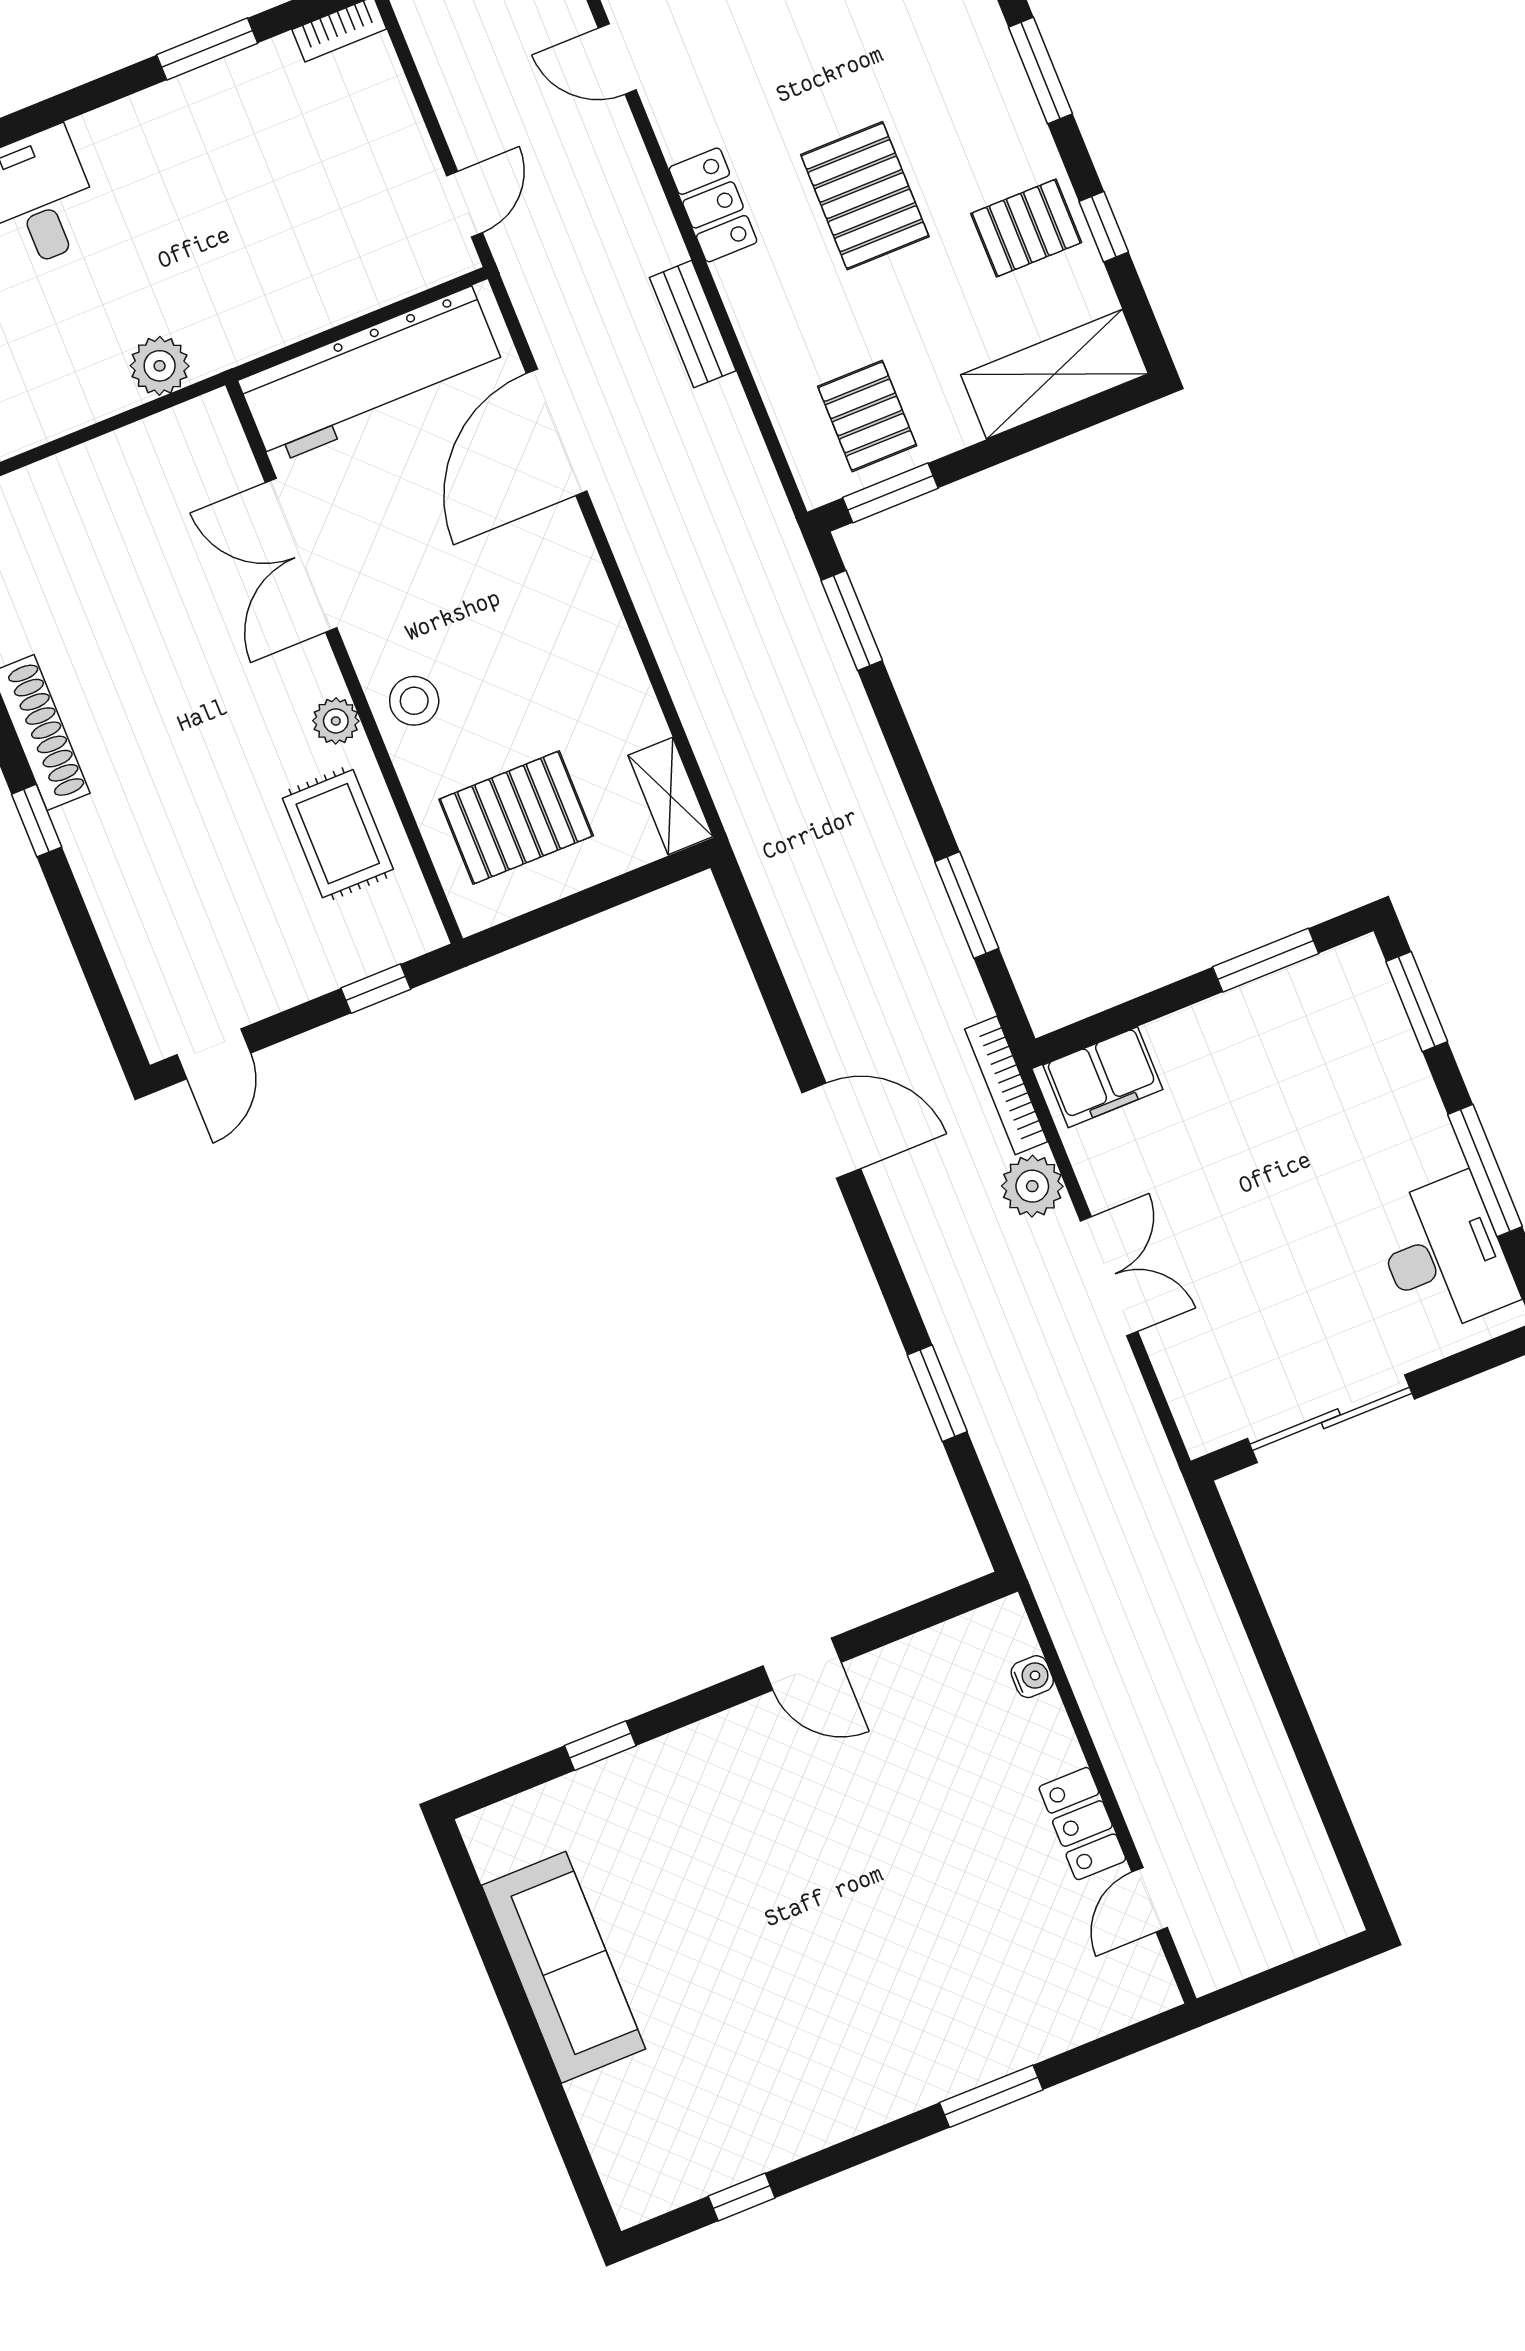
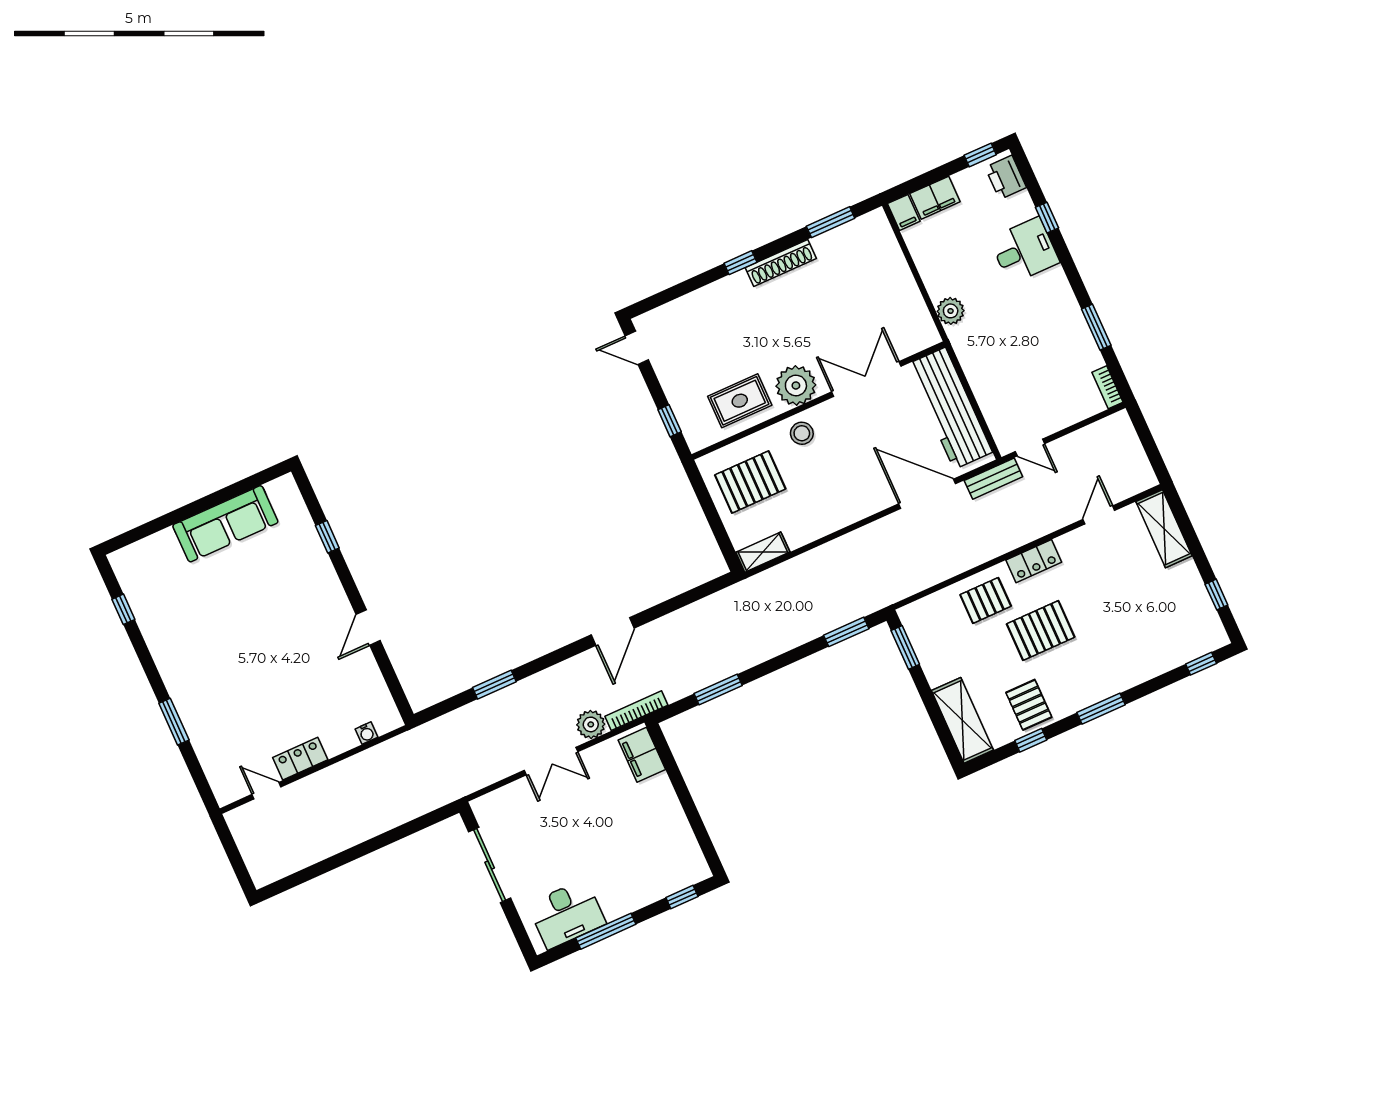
bench: (693, 324) -> (993, 479), moved
pallet: (867, 416) -> (986, 600), moved
plant: (336, 721) -> (796, 385), width x1.88, depth x1.88
pallet: (516, 818) -> (750, 482), turned 90
window: (1266, 960) -> (698, 827), removed
window: (1417, 1002) -> (682, 897), width x0.67

